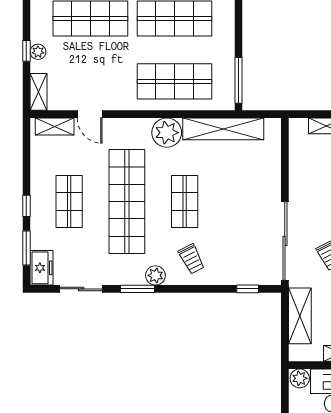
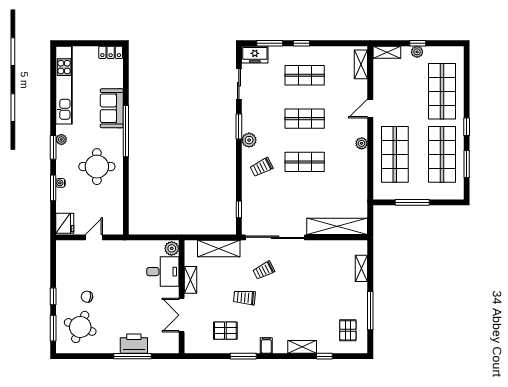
window: (238, 80) -> (412, 202), moved
door: (90, 114) -> (370, 108), moved
shelving: (223, 129) -> (337, 226), moved, turned 90
plant: (167, 133) -> (362, 143), width x0.53, depth x0.53
shop shelf: (127, 202) -> (305, 119), width x0.50, depth x0.74

